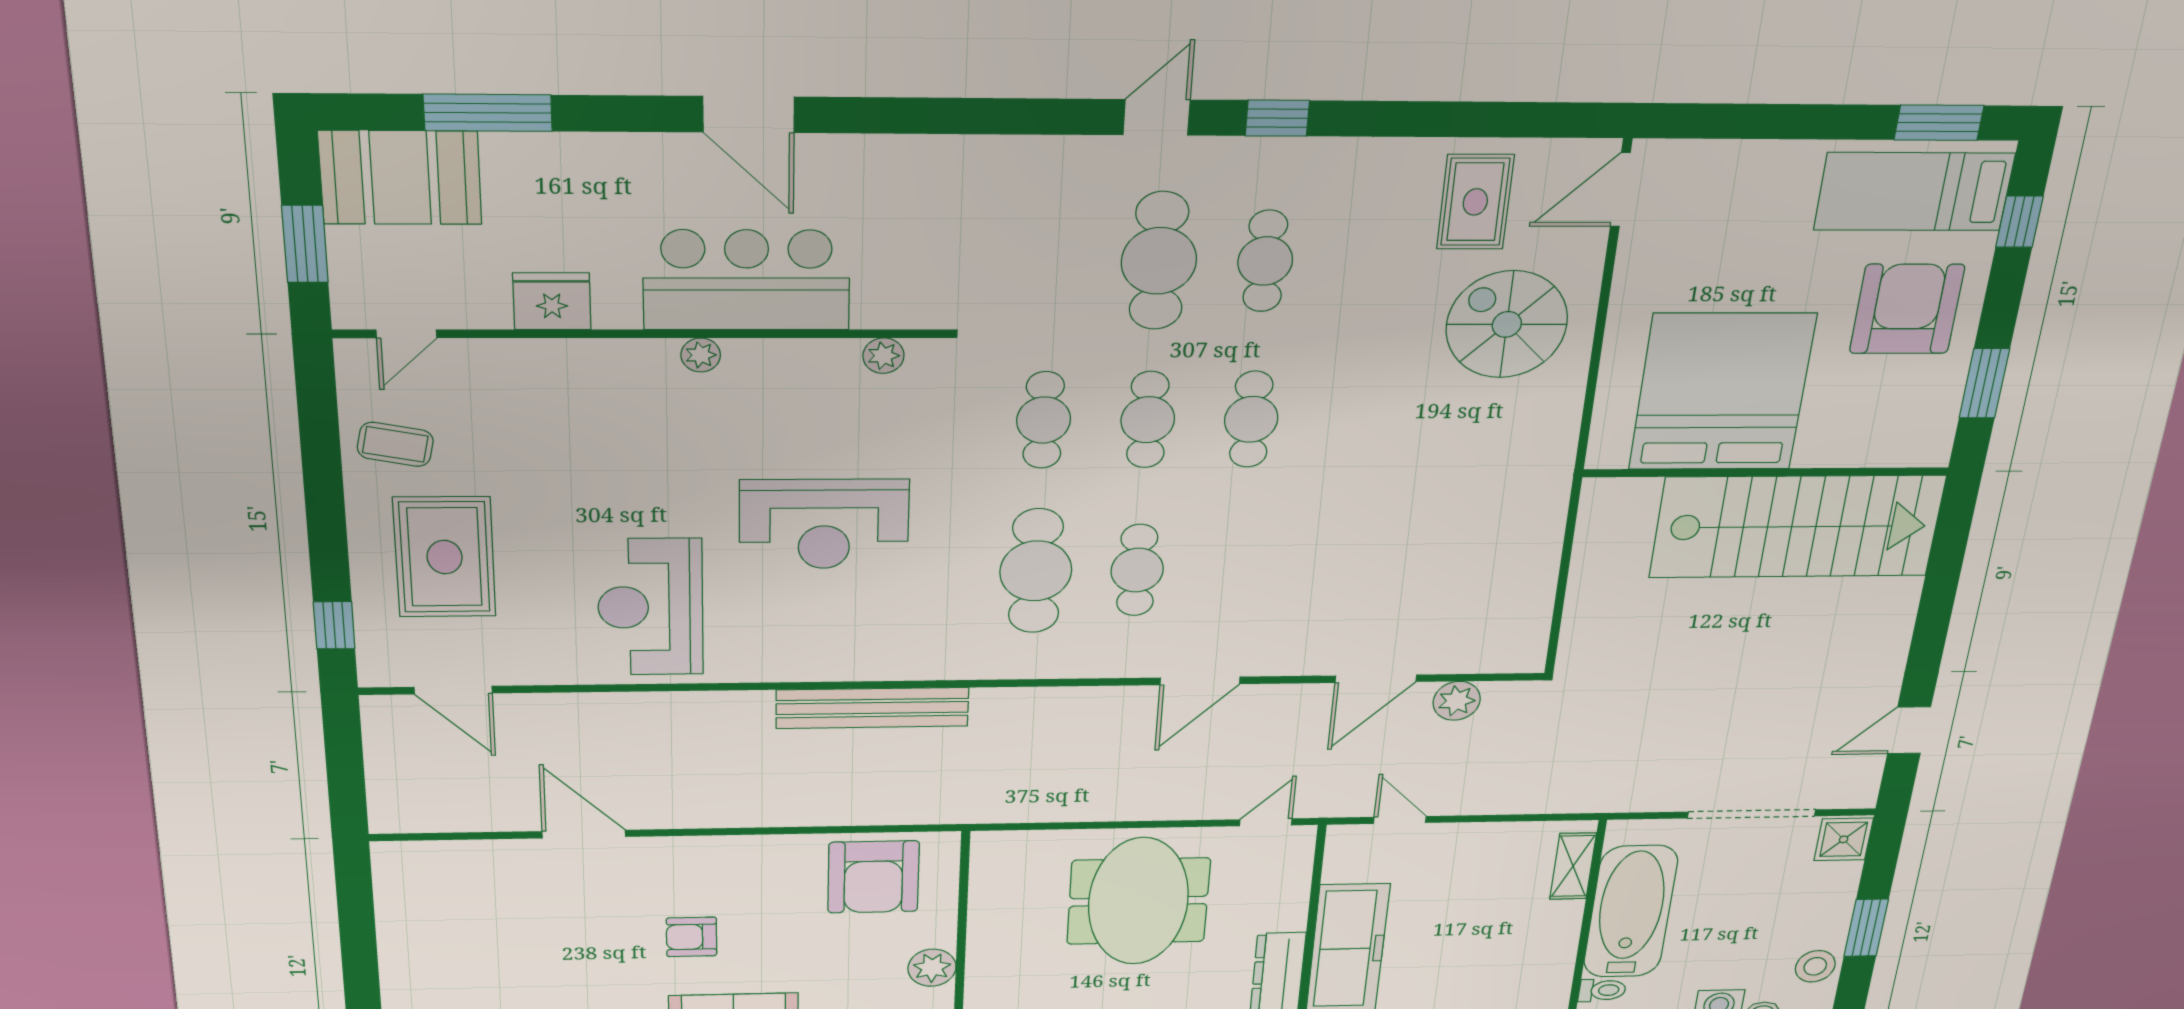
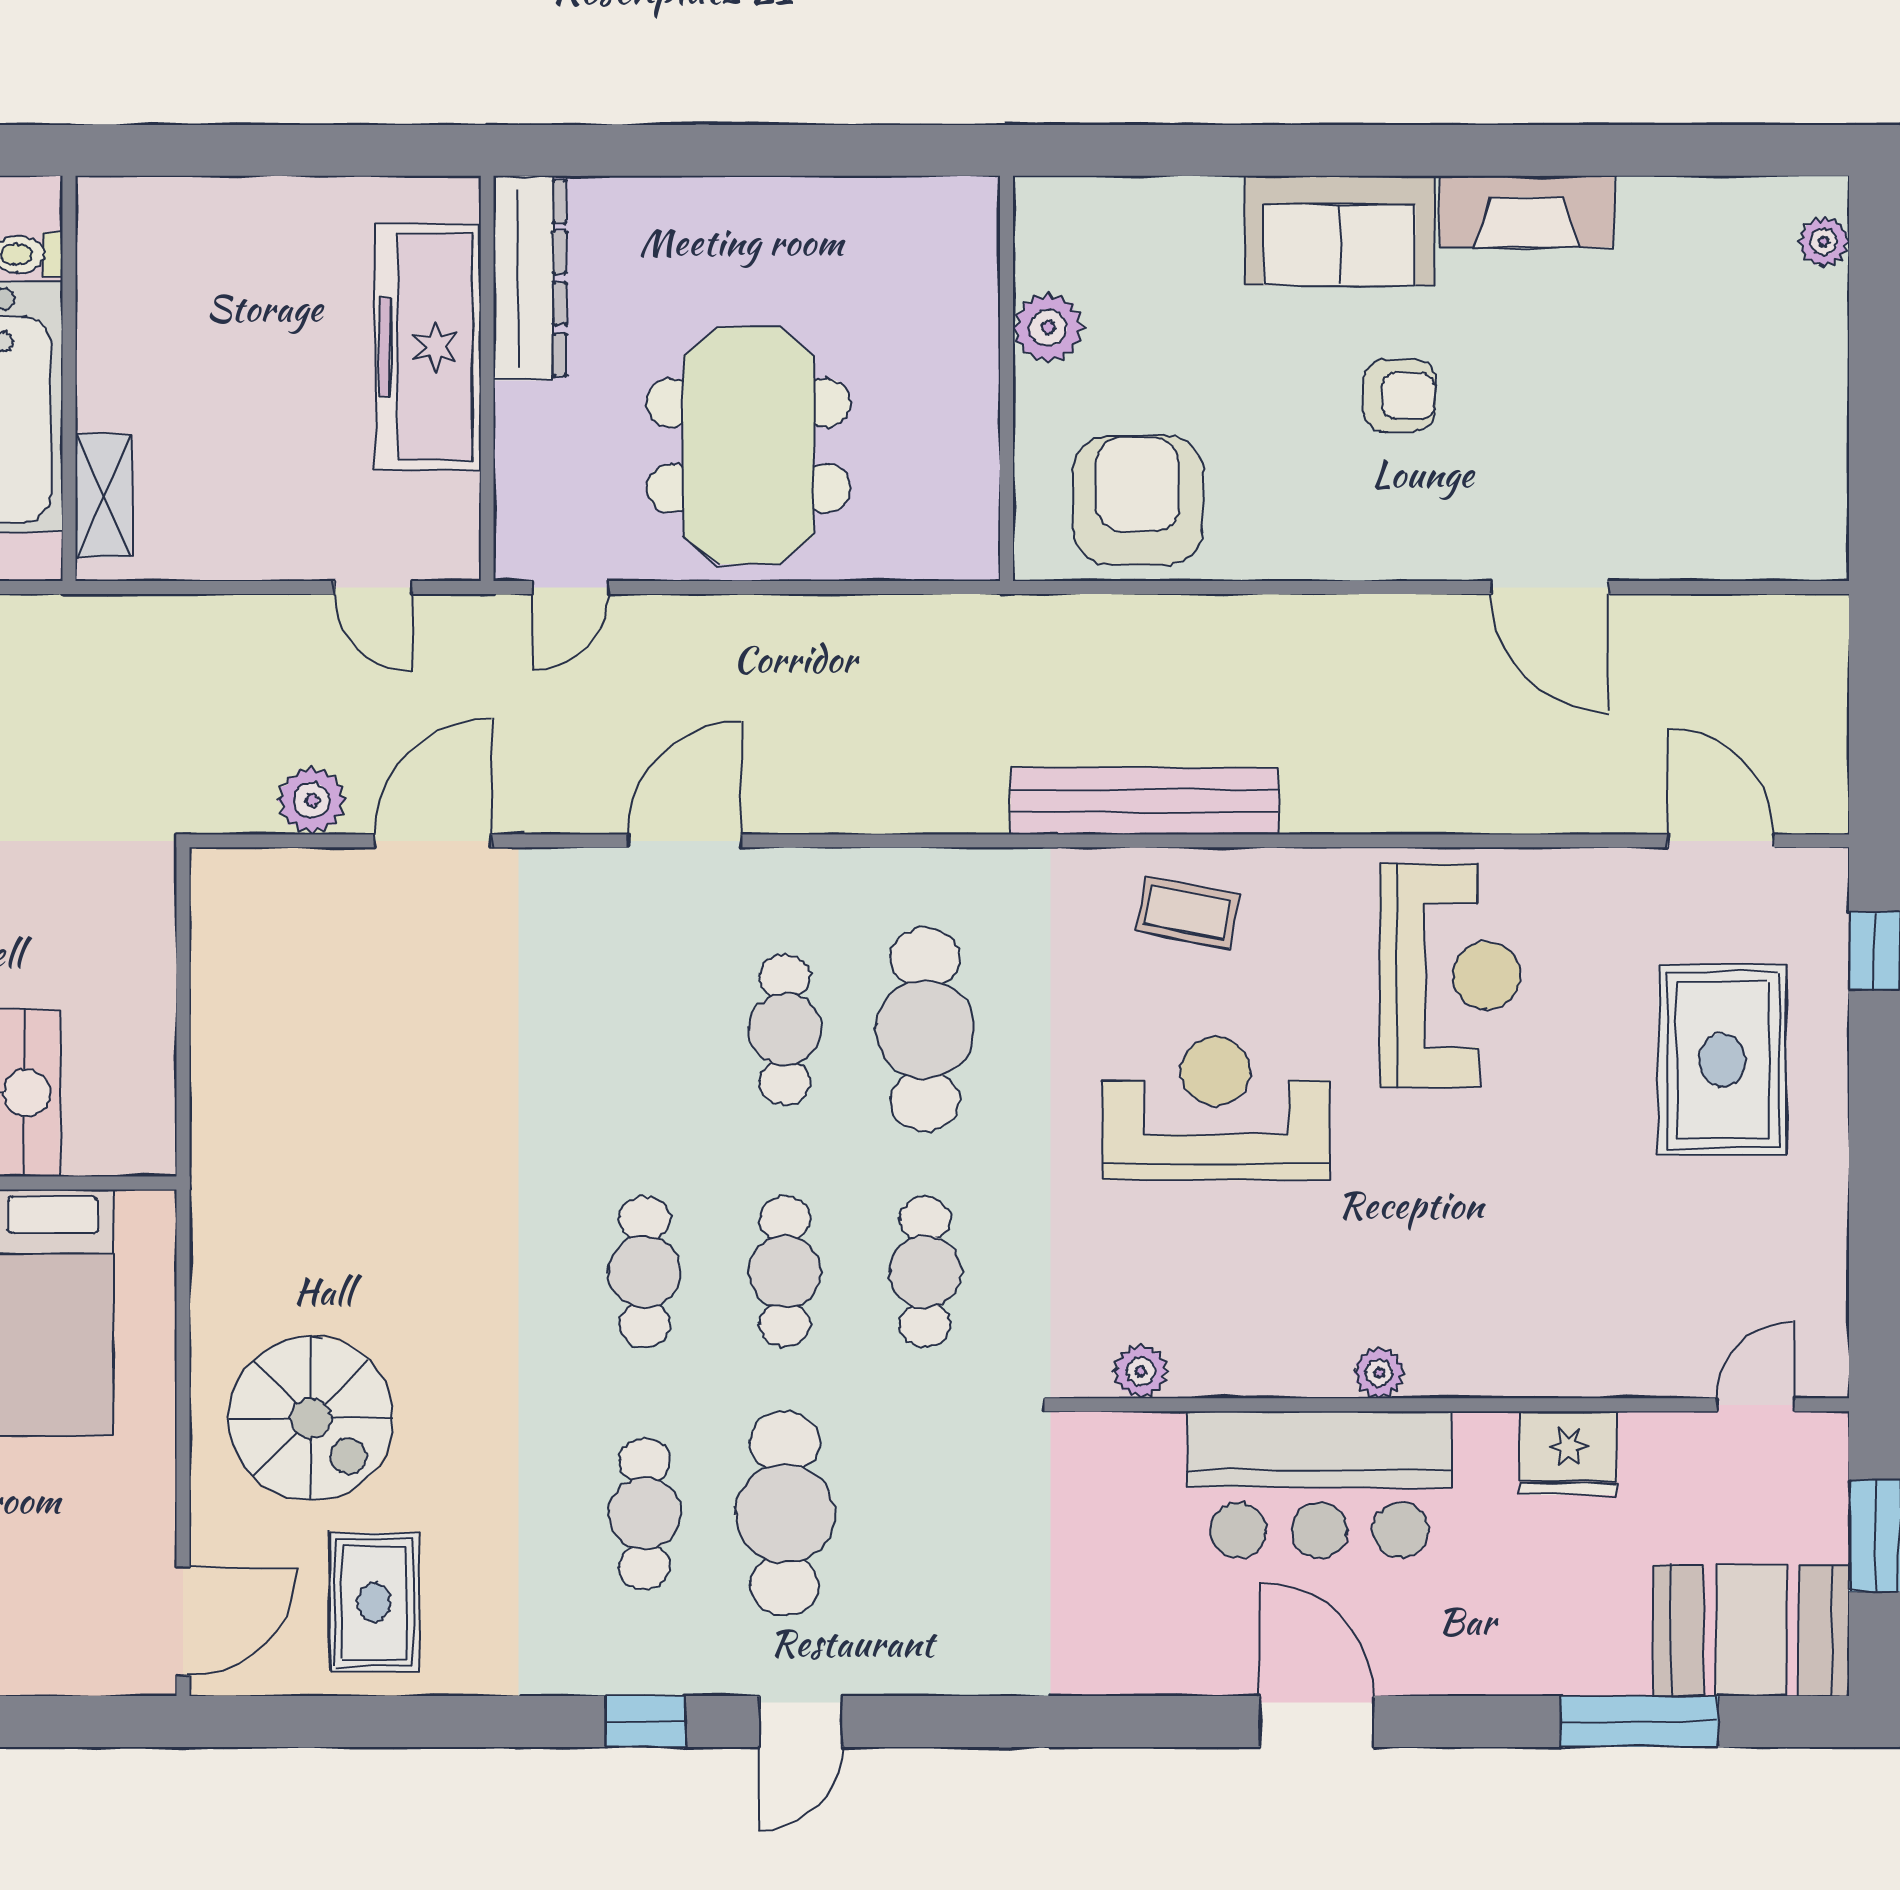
coffee table: (395, 444) -> (1188, 912), moved

